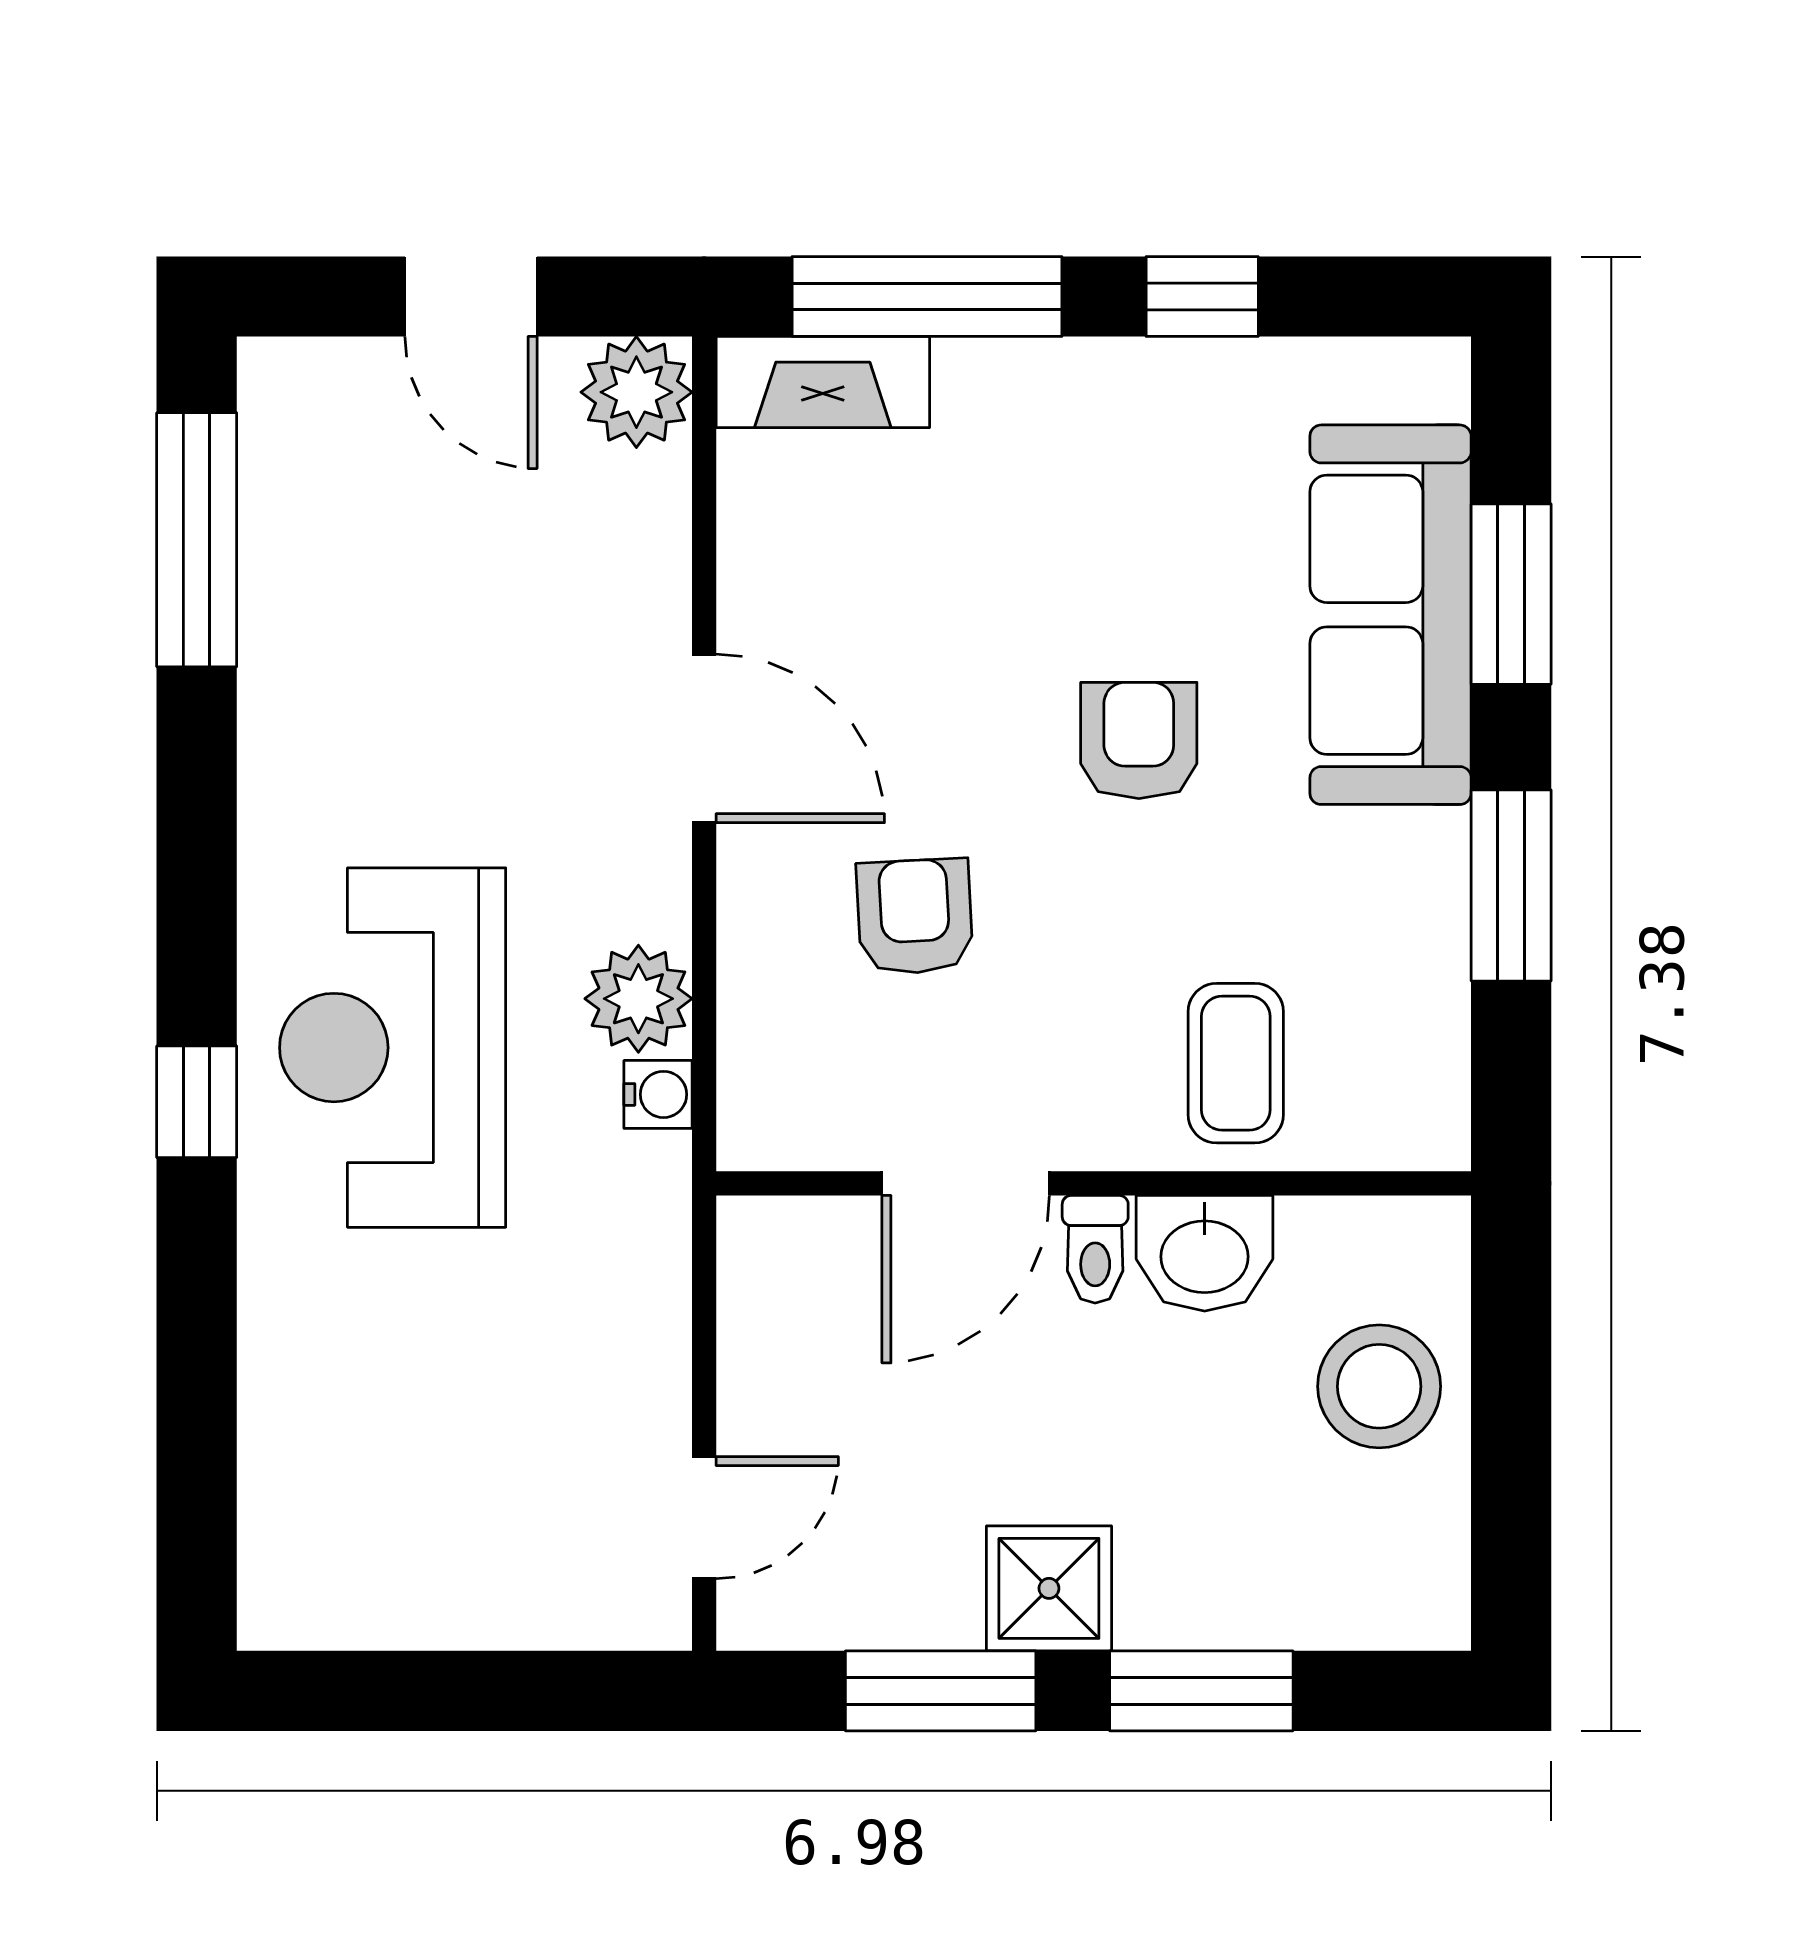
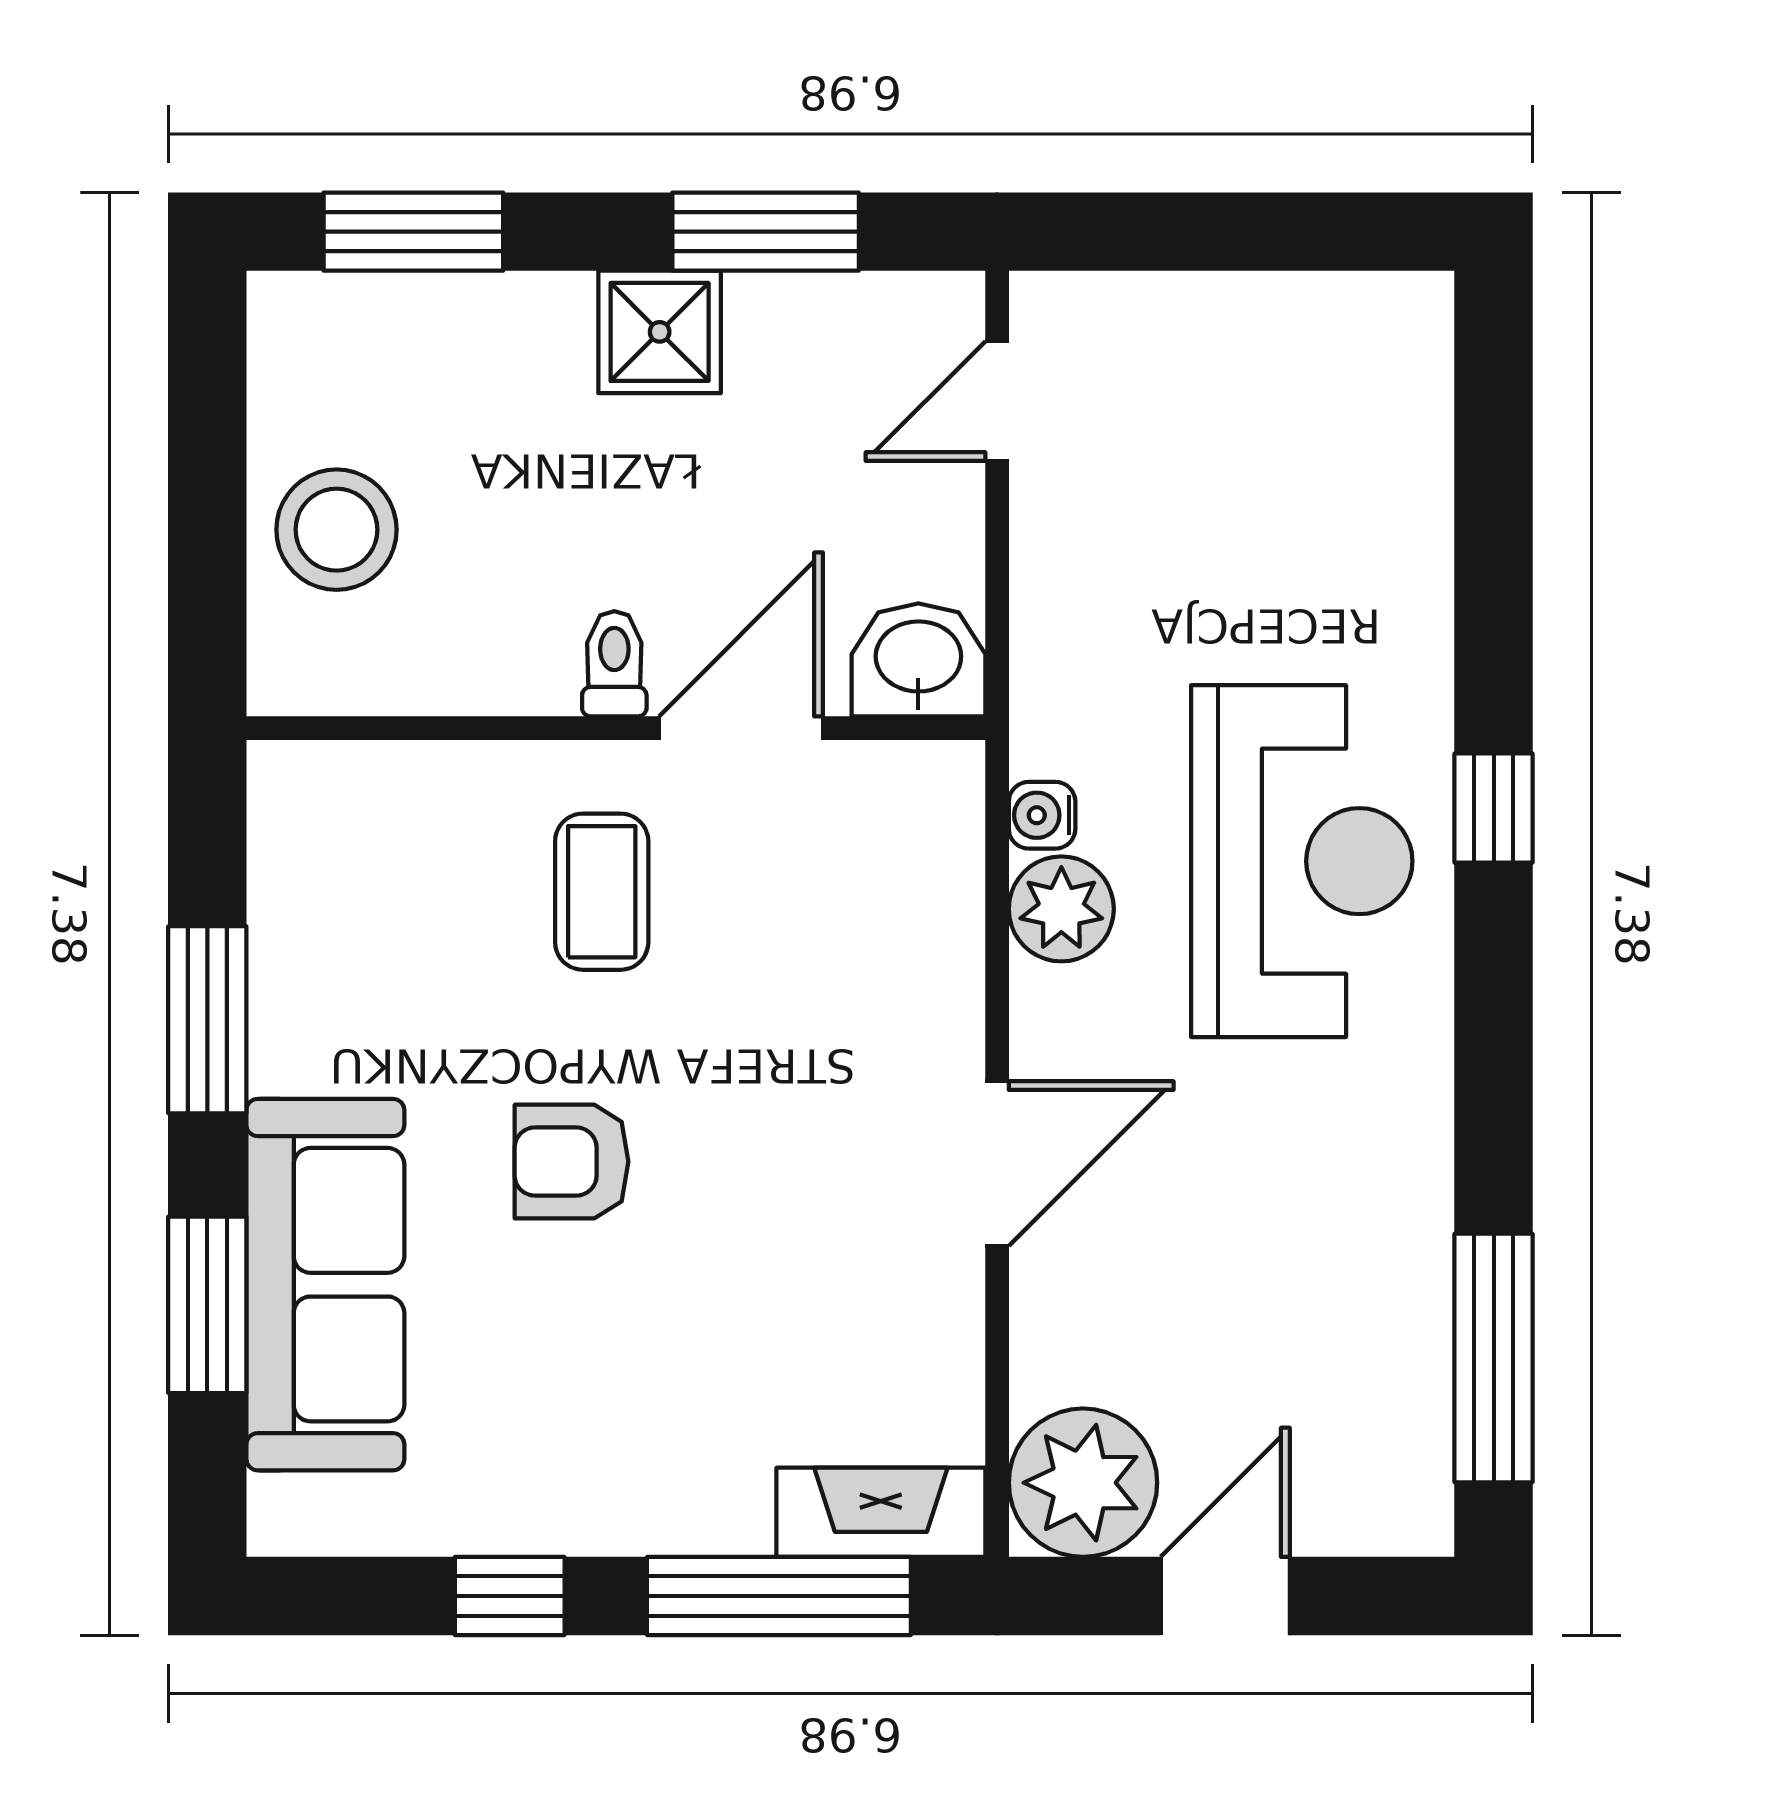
door: (471, 297) -> (1225, 1596), hinge flipped
plant: (636, 392) -> (1083, 1483), width x1.36, depth x1.36
door: (704, 738) -> (997, 1164), swing flipped
armchair: (1139, 740) -> (572, 1162), turned 90
armchair: (915, 917) -> (791, 989), removed
coffee table: (1236, 1063) -> (602, 892), moved
washbasin: (1205, 1253) -> (918, 660), moved
window: (1201, 1691) -> (413, 232), moved

